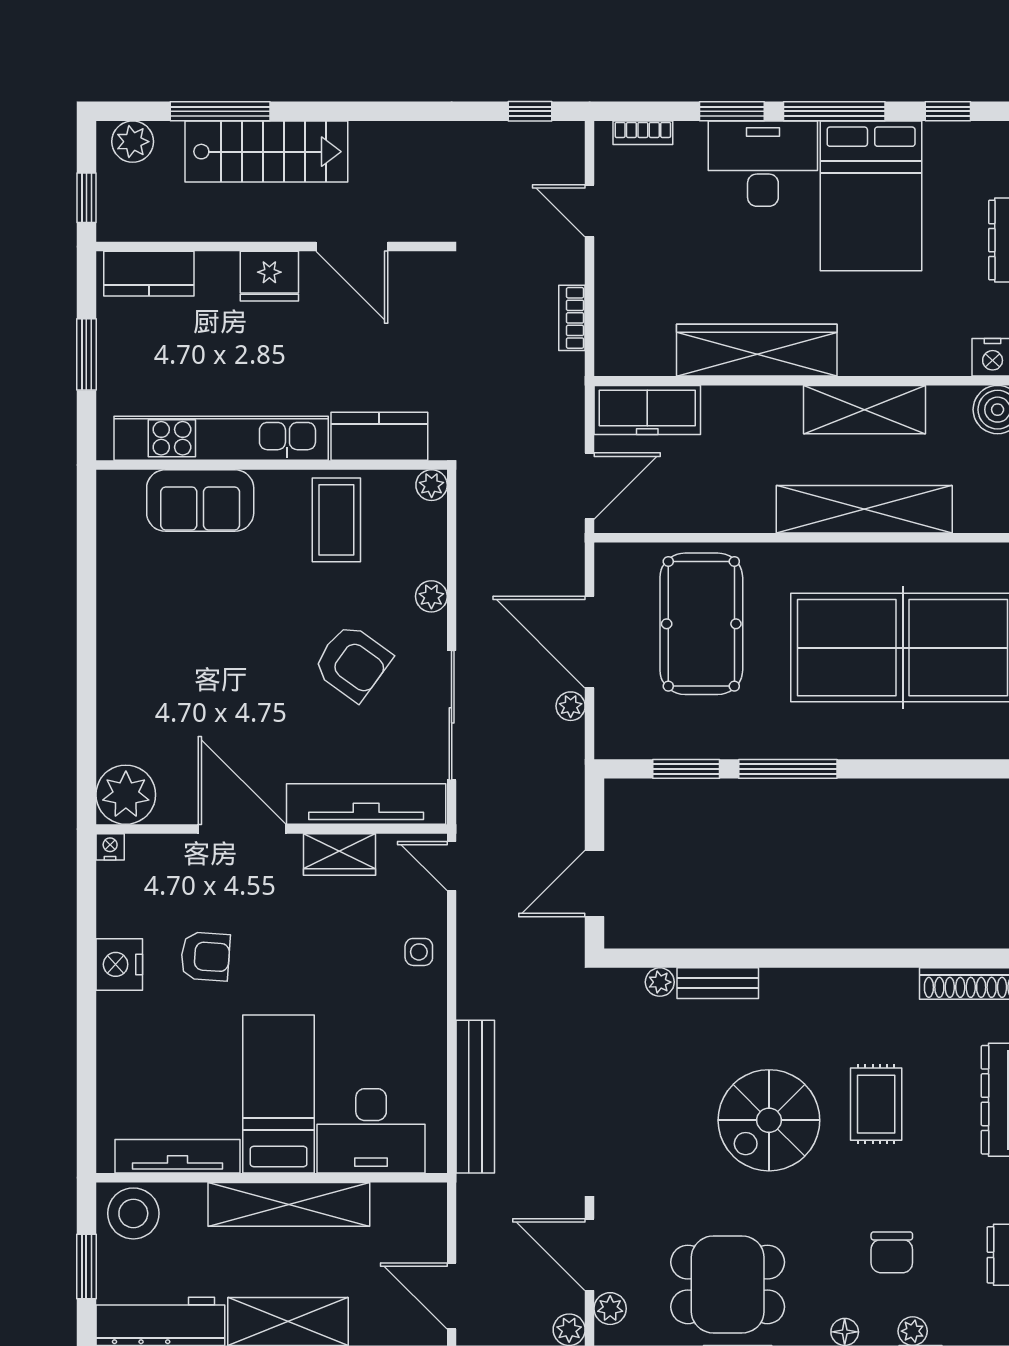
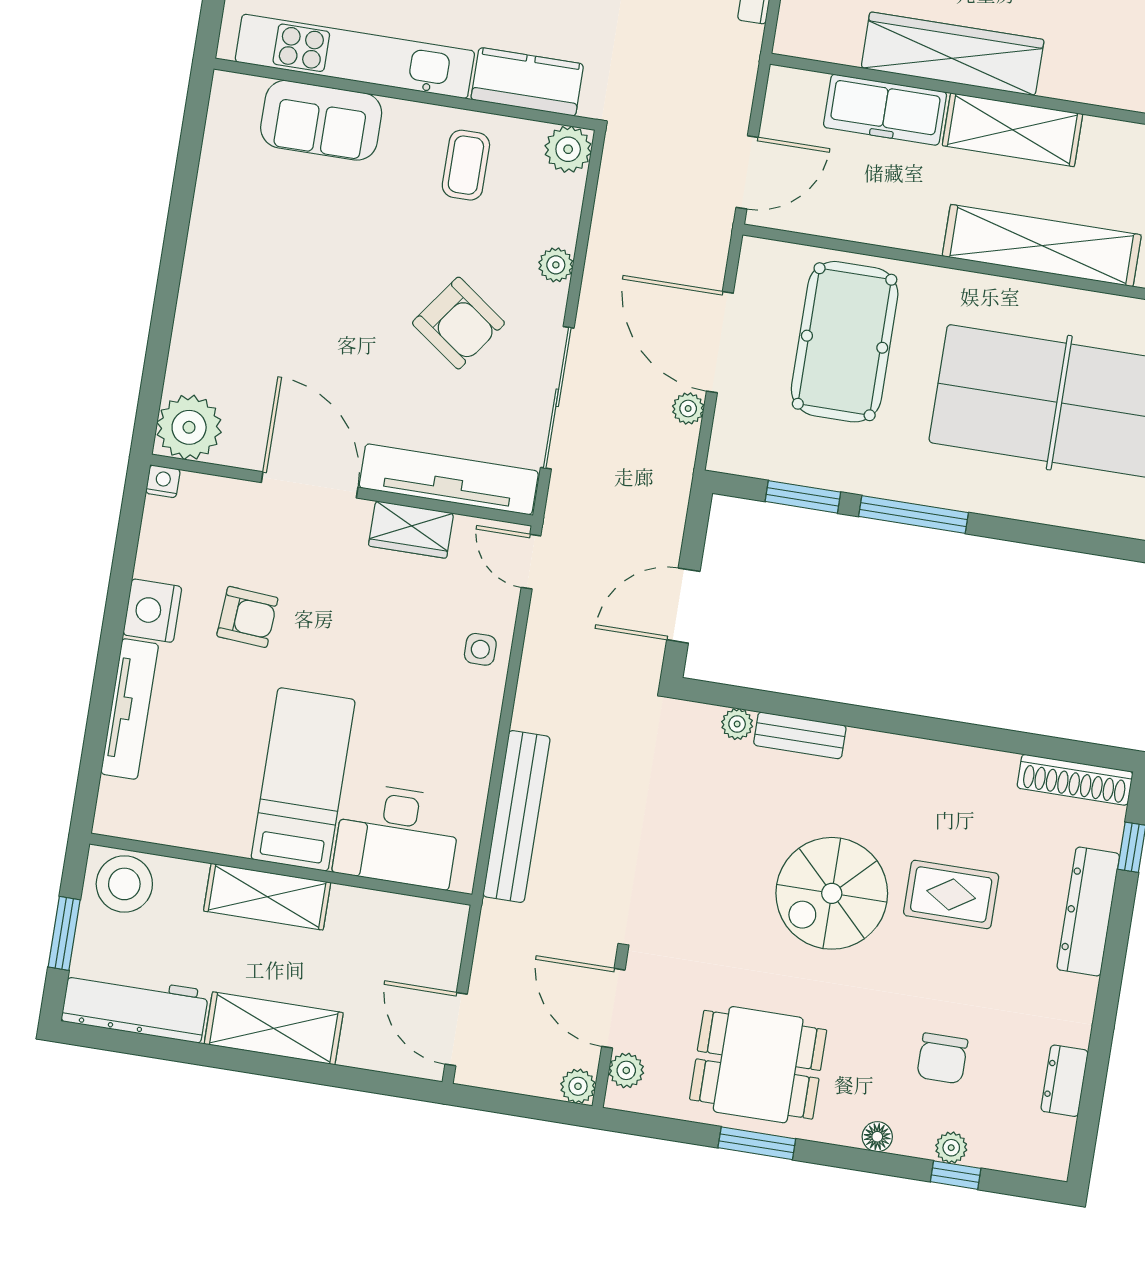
freezer: (647, 410) -> (885, 110), moved
shelving: (865, 410) -> (1012, 130), moved
plant: (432, 485) -> (568, 149), width x1.38, depth x1.38
coffee table: (336, 520) -> (466, 165), width x0.73, depth x0.77
rug: (876, 1104) -> (951, 894), turned 90
tv unit: (177, 1156) -> (130, 709), moved, turned 90
shelving: (289, 1204) -> (267, 897), width x0.68

